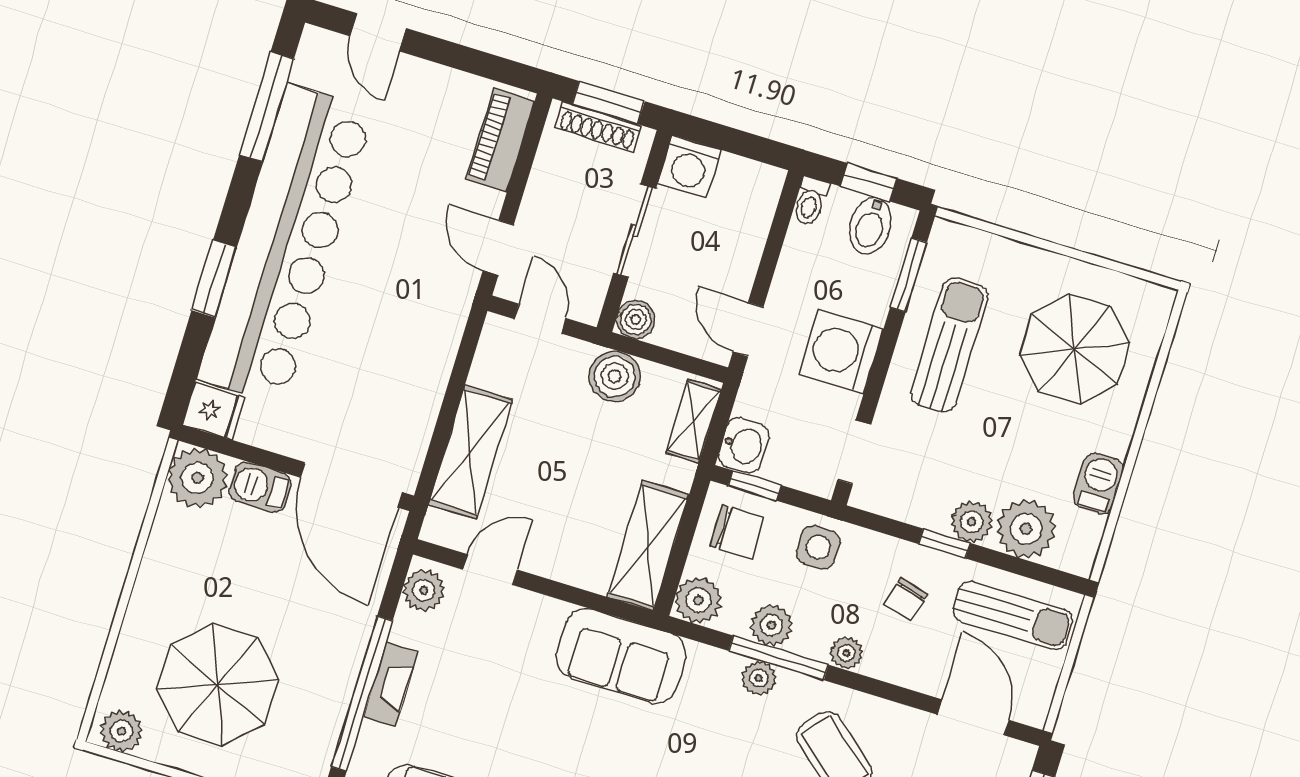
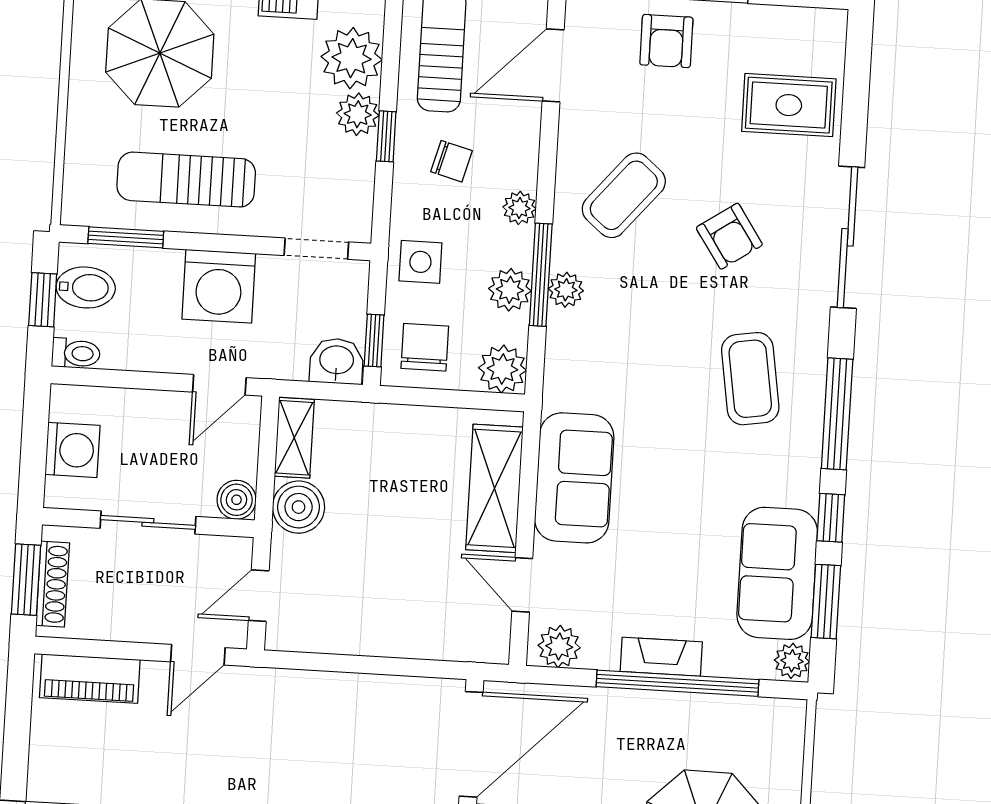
washing machine: (689, 167) -> (72, 450), moved
shelving: (694, 421) -> (294, 438), moved, turned 90
shelving: (470, 452) -> (409, 633), removed
shelving: (648, 546) -> (494, 488), moved, turned 90
sofa: (621, 656) -> (574, 478), moved

